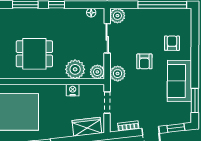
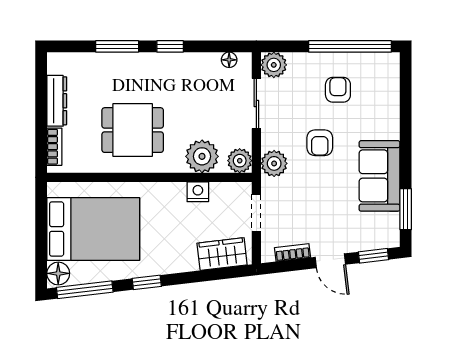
armchair: (172, 43) -> (338, 90), moved

